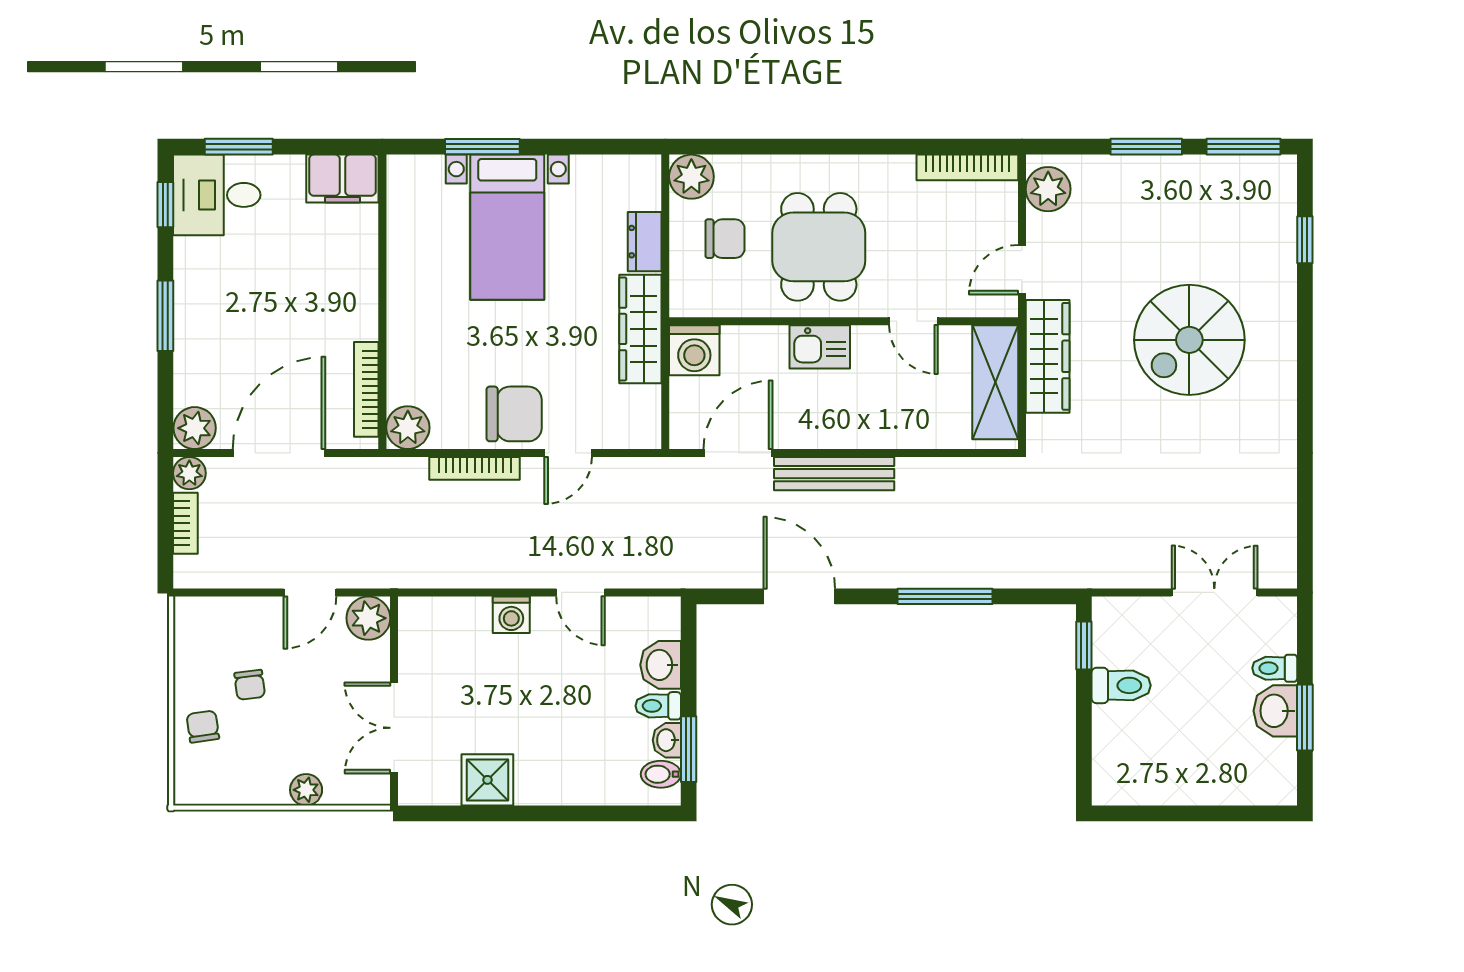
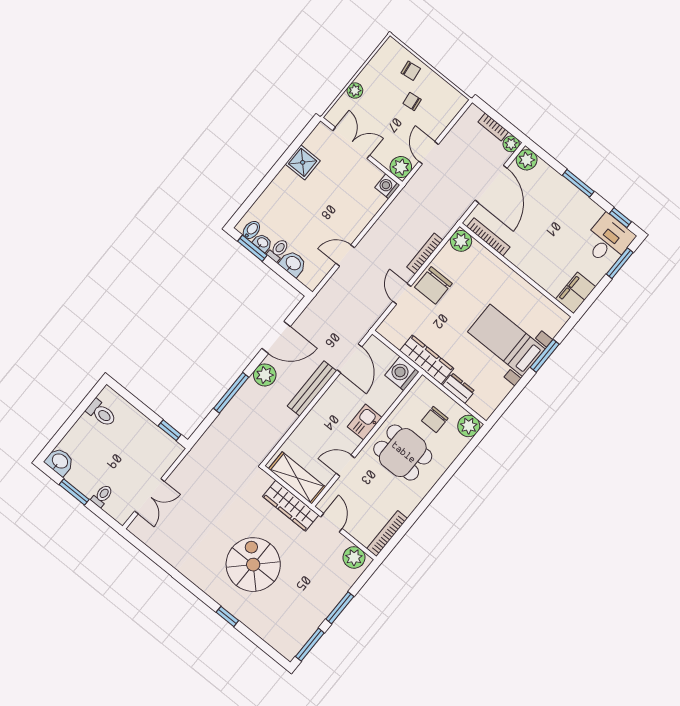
window: (1305, 240) -> (227, 616), moved
plant: (874, 566) -> (265, 375), added
washing machine: (511, 615) -> (387, 186), moved
toilet: (1121, 685) -> (101, 413), moved, turned -90
washbasin: (1275, 711) -> (60, 461), moved

